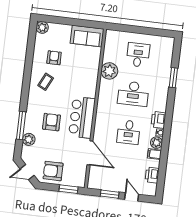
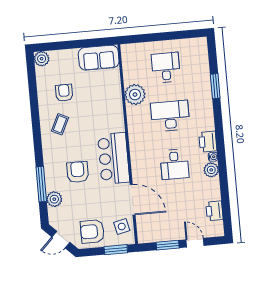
desk: (133, 94) -> (170, 116), turned 180
filing cabinet: (154, 154) -> (212, 184), removed
side table: (77, 172) -> (122, 226), added

